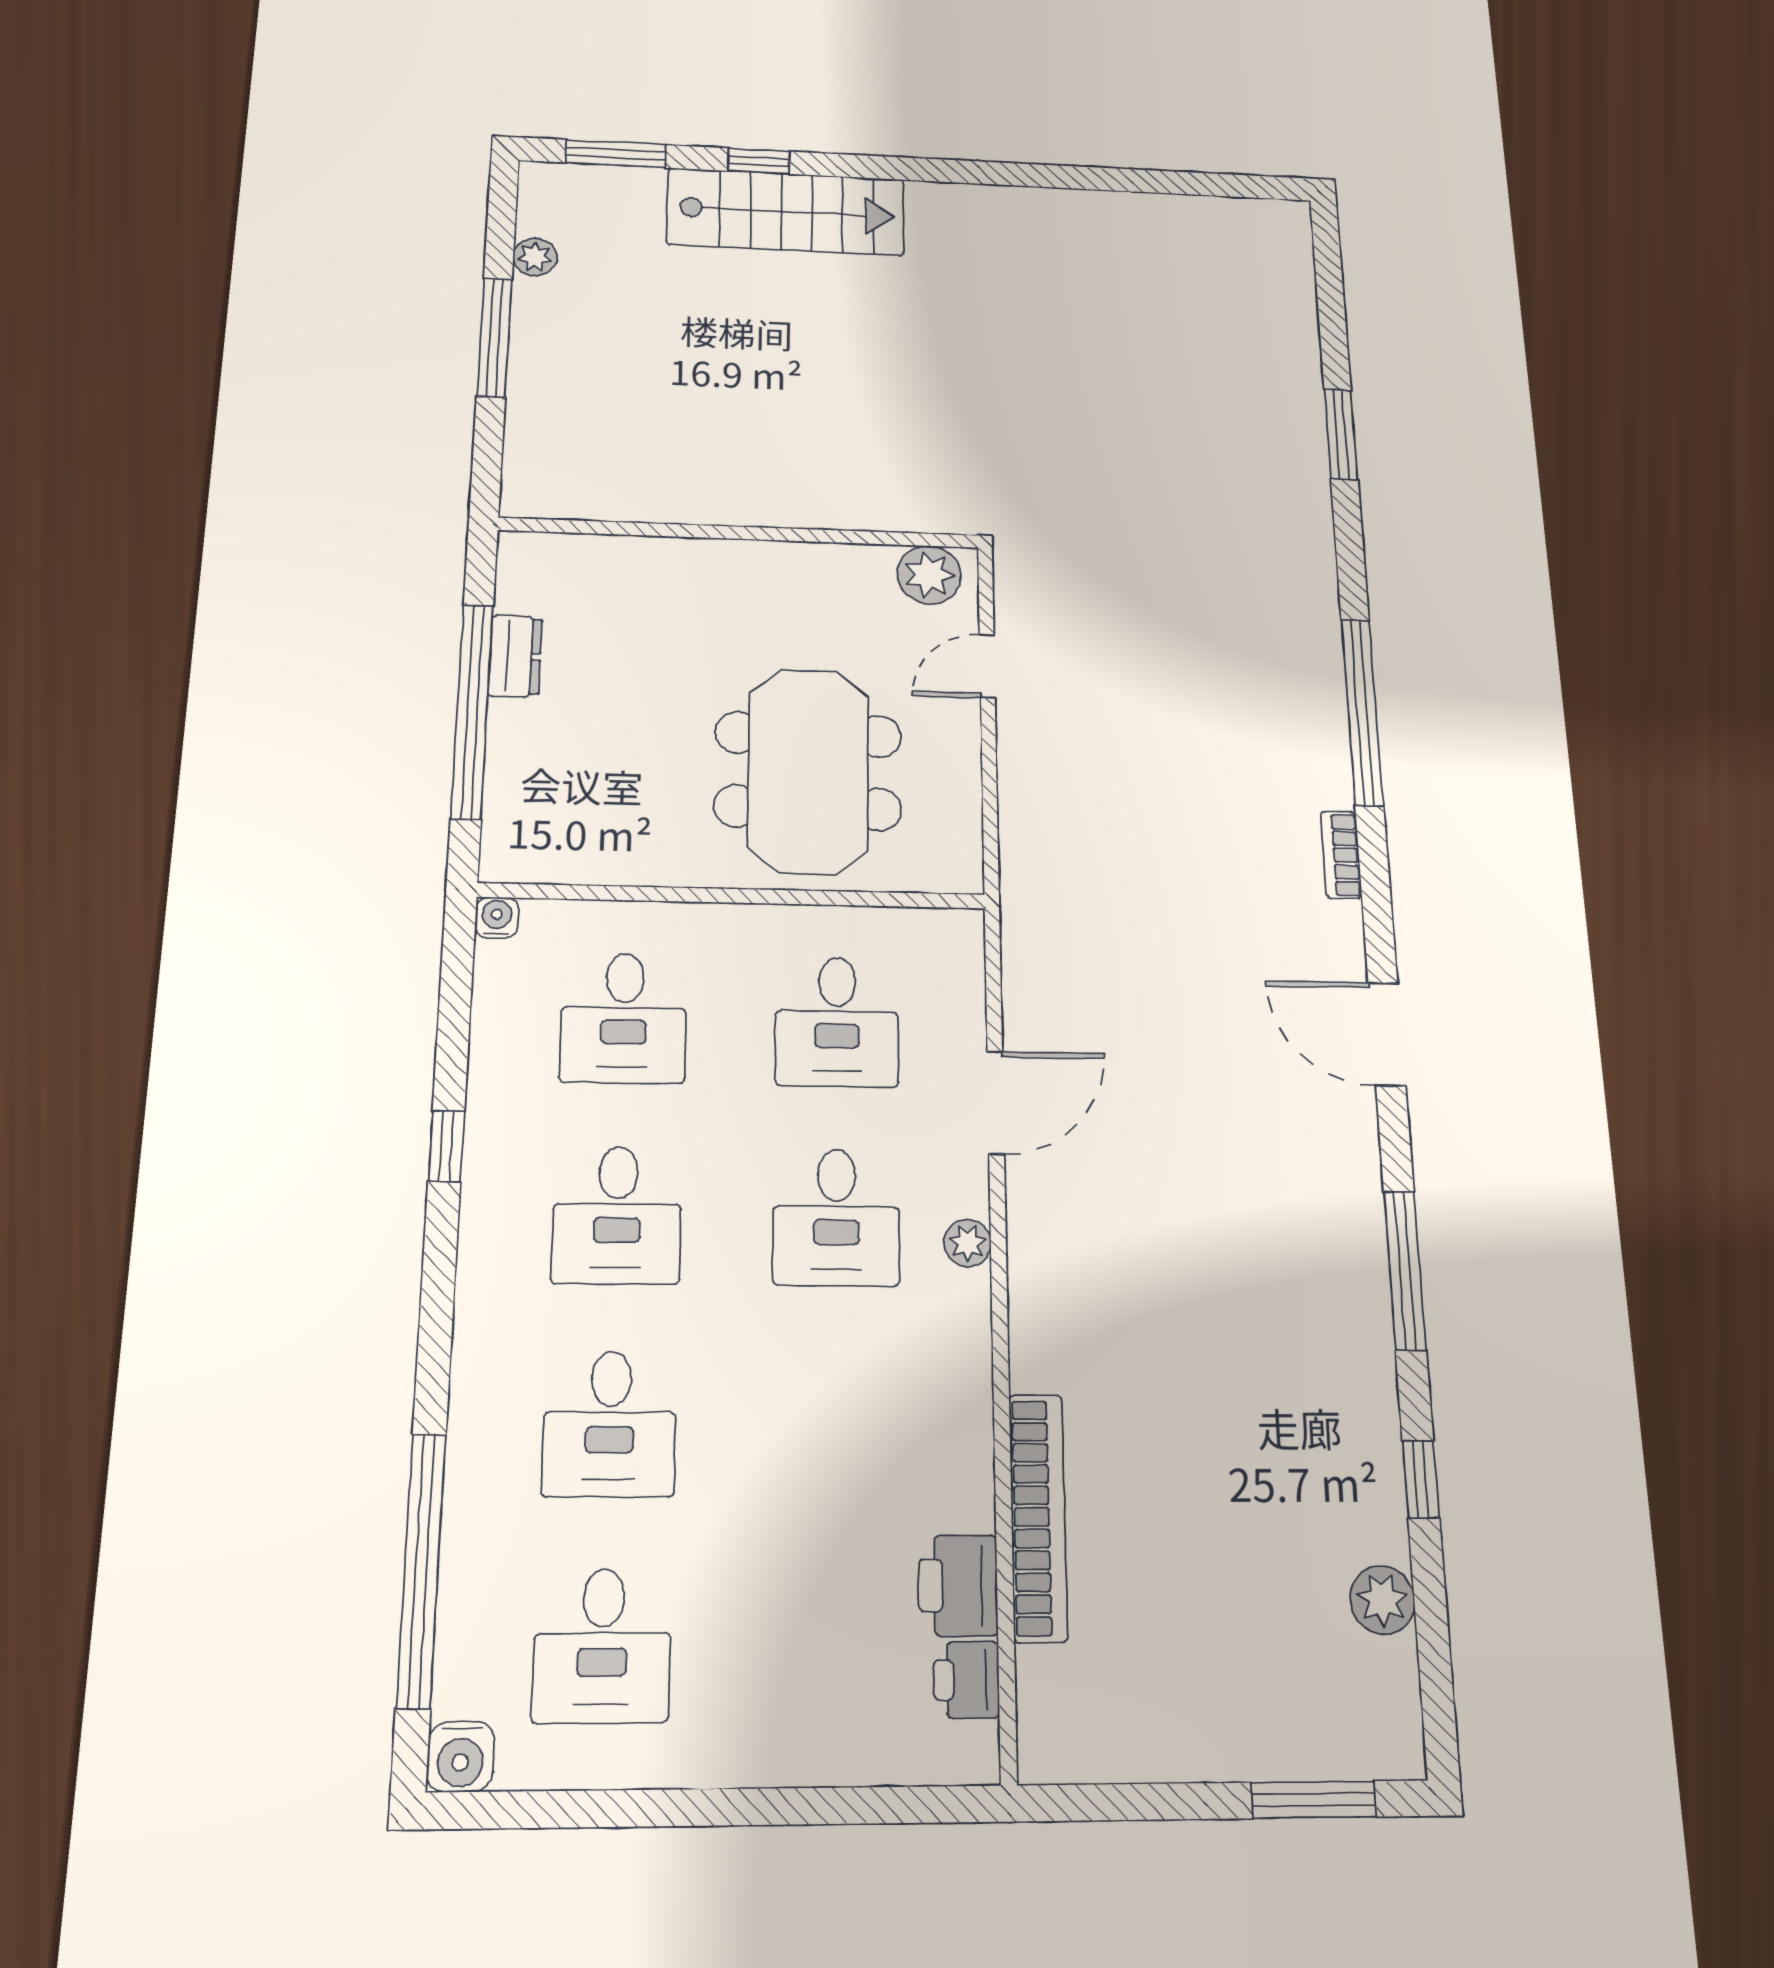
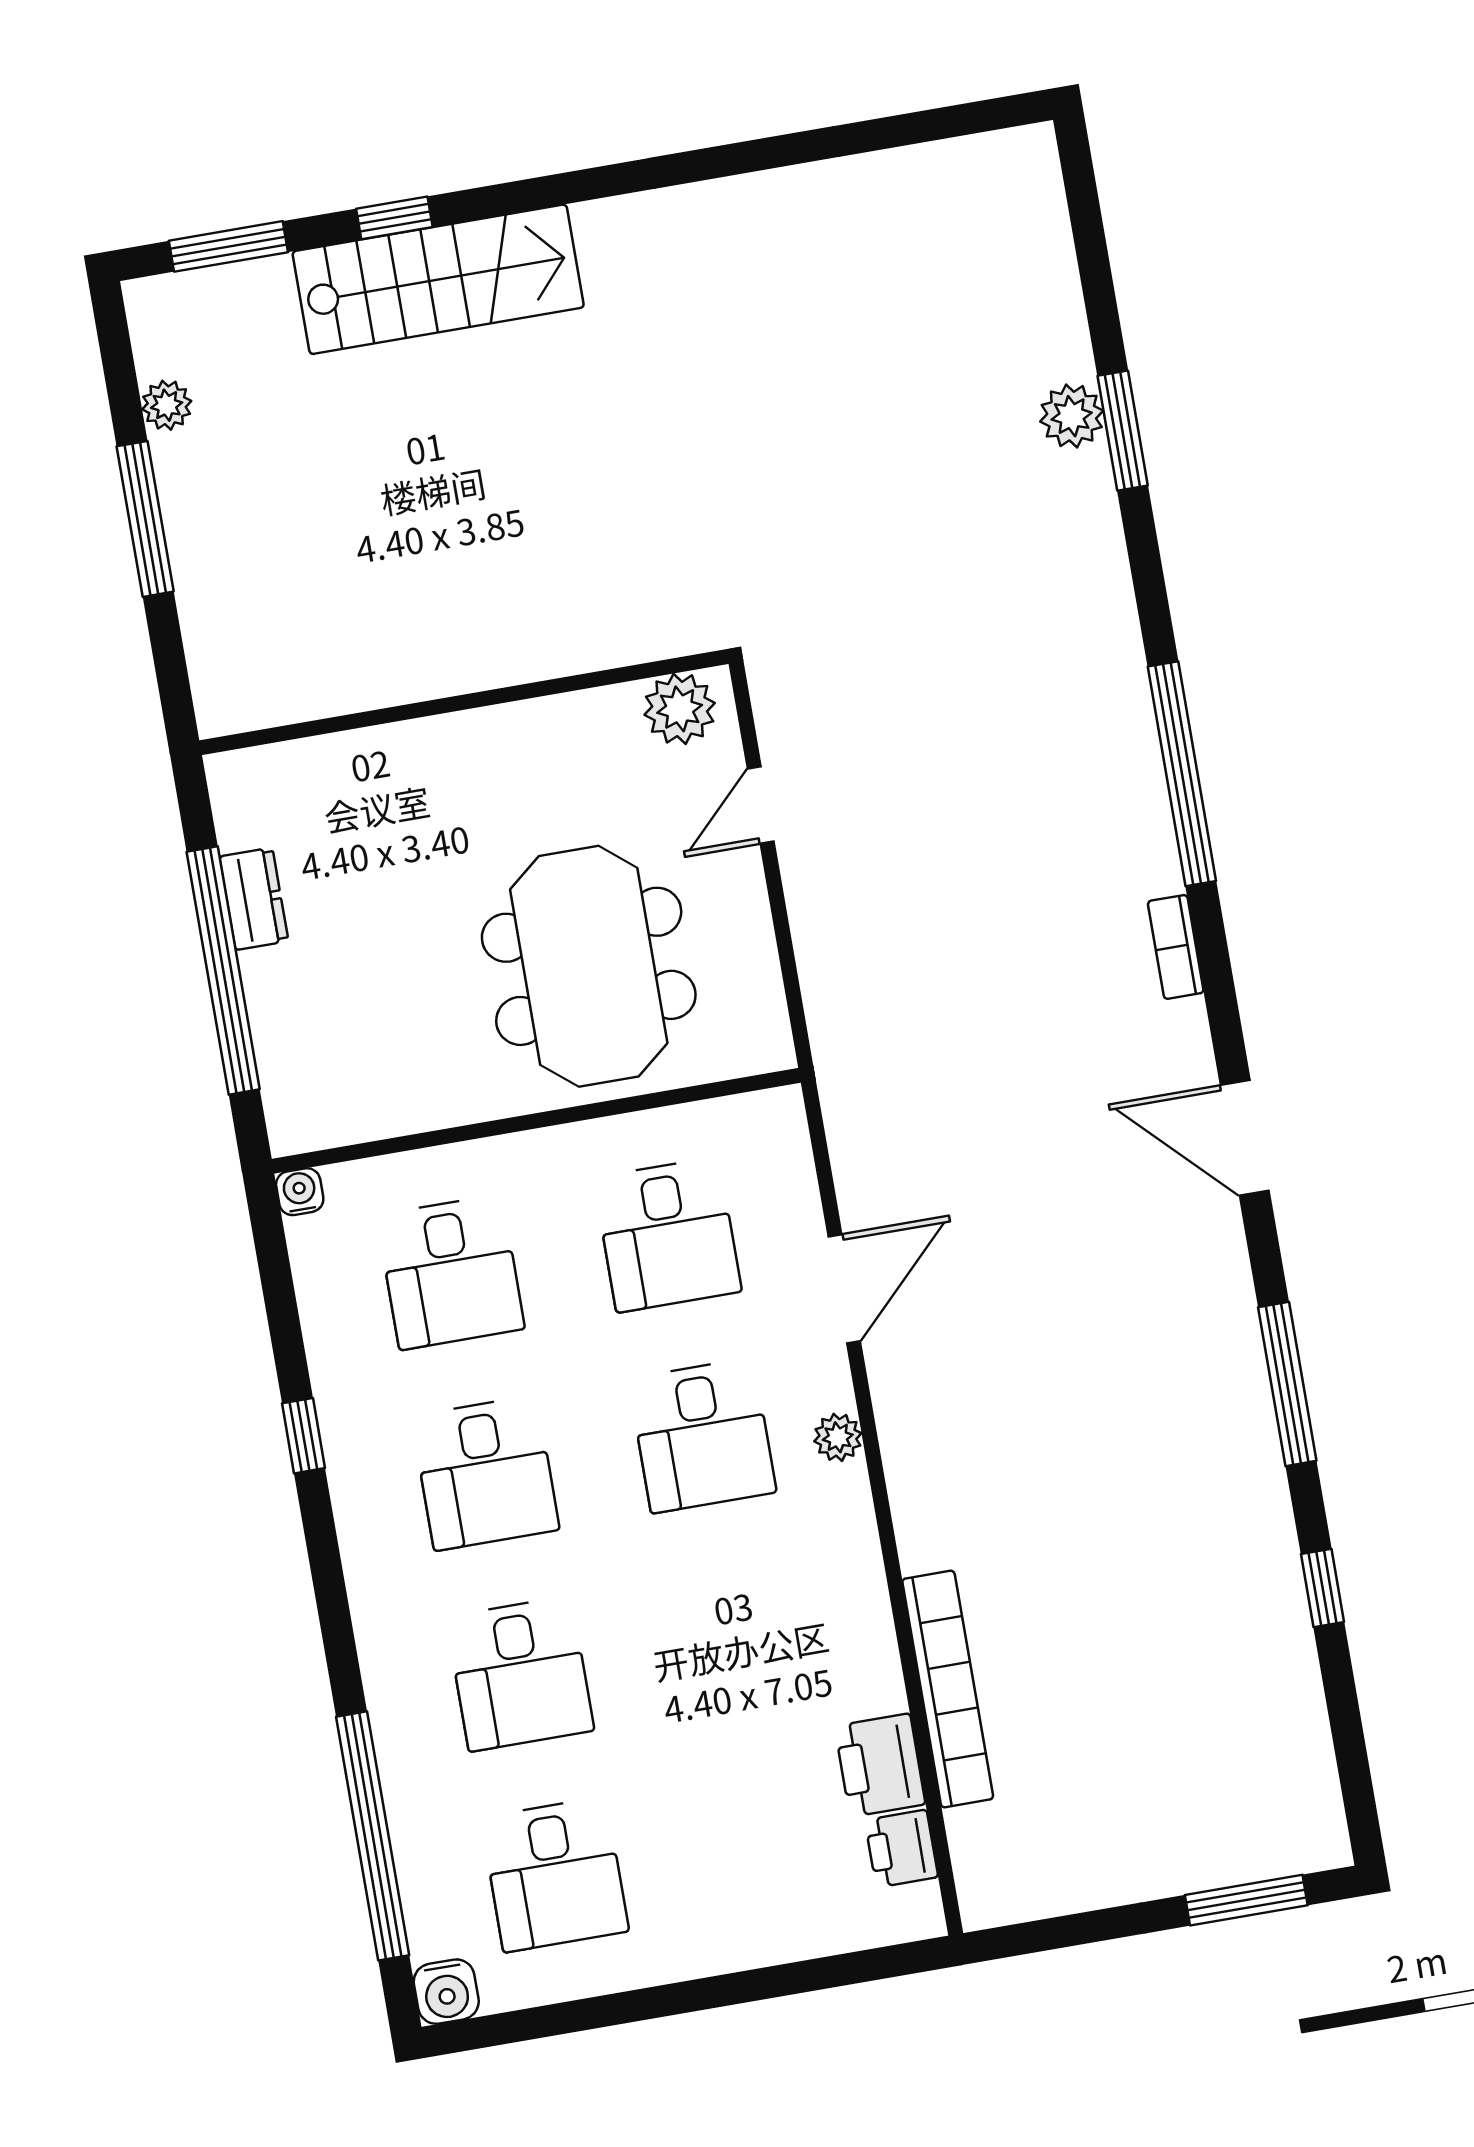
plant: (1383, 1600) -> (1072, 416), moved

